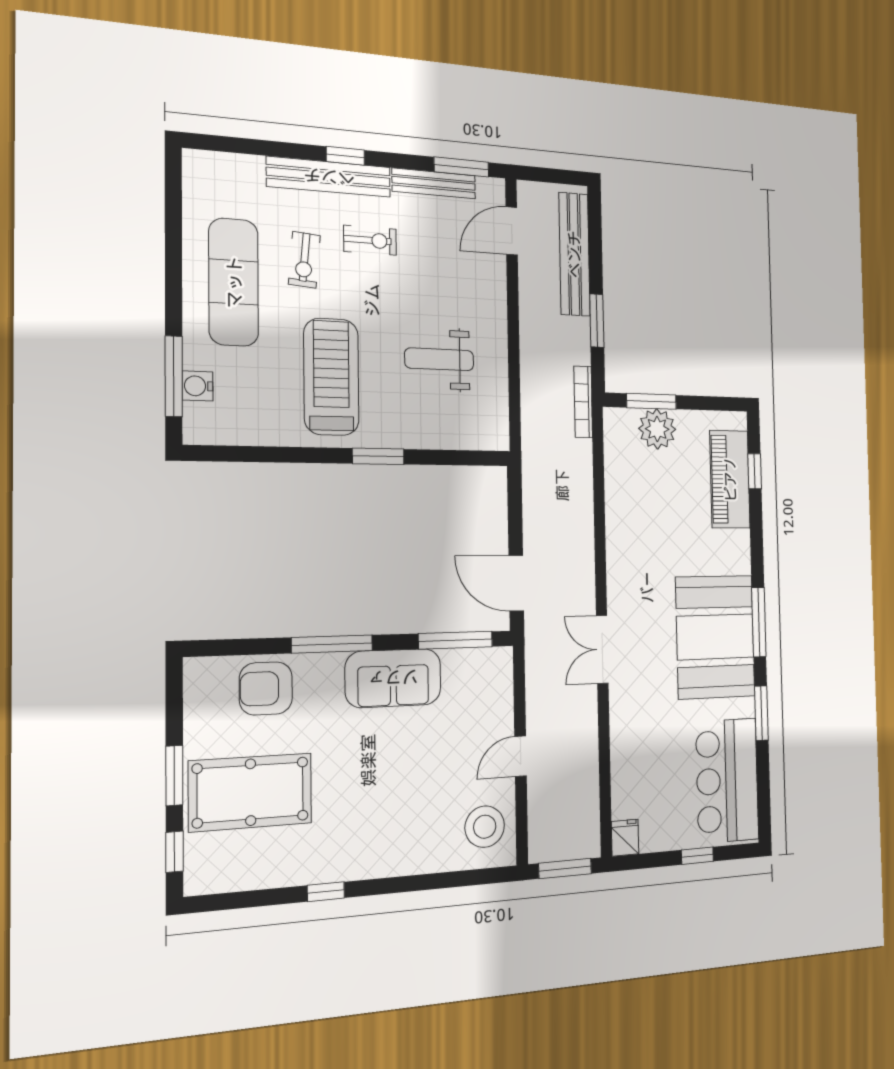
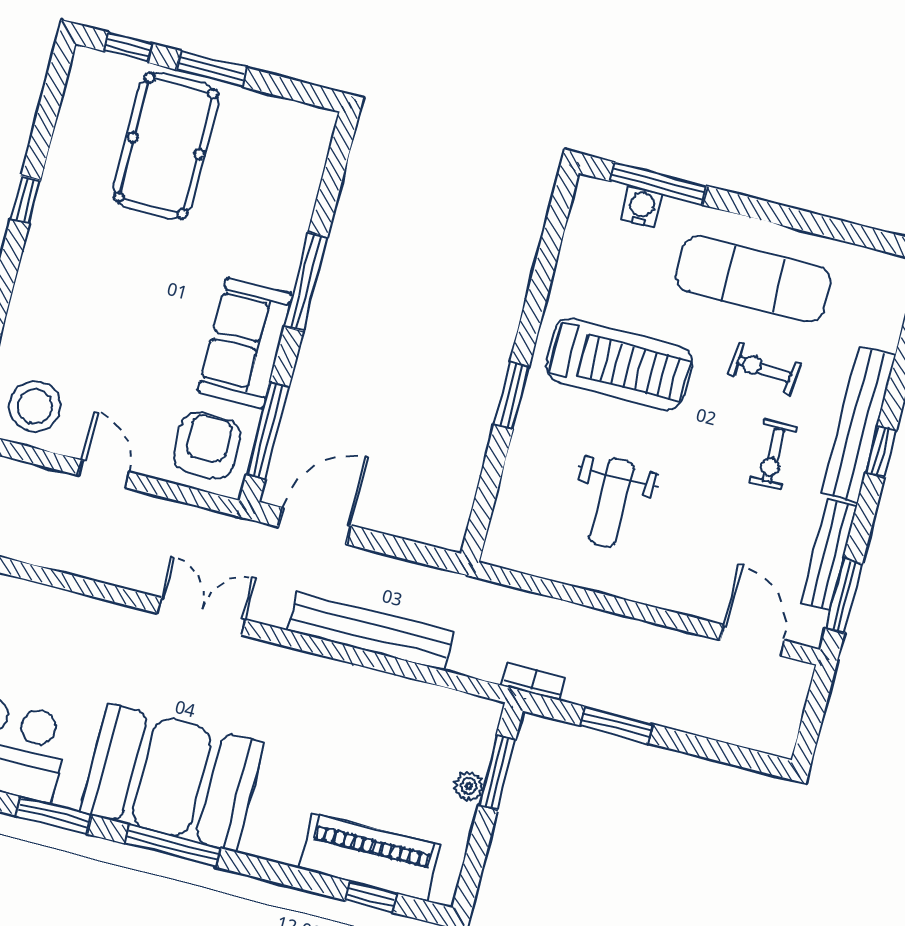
bench: (574, 254) -> (370, 631), moved
weight bench: (439, 359) -> (611, 502), turned 180
bookcase: (583, 402) -> (534, 682), width x0.64
plant: (657, 429) -> (469, 786), width x0.53, depth x0.53
armchair: (266, 688) -> (207, 446), moved

